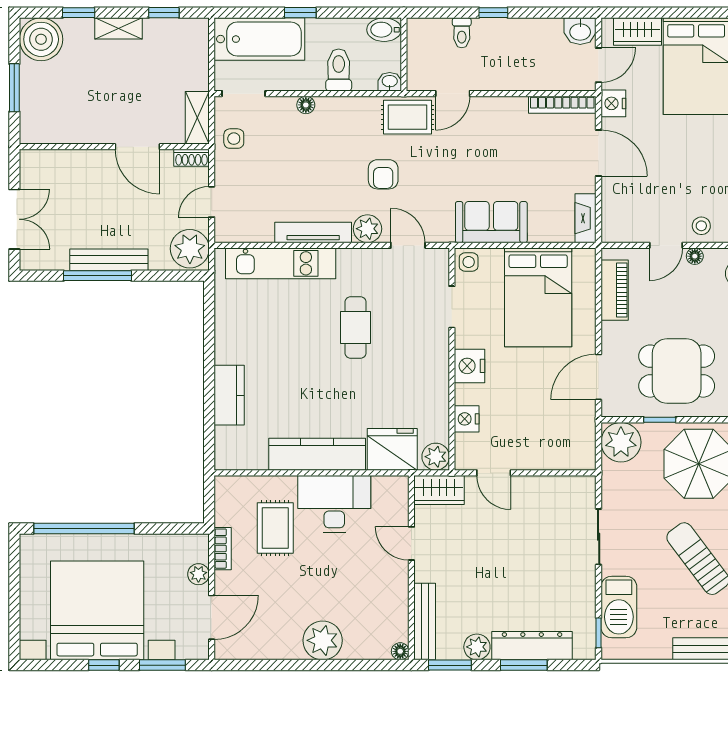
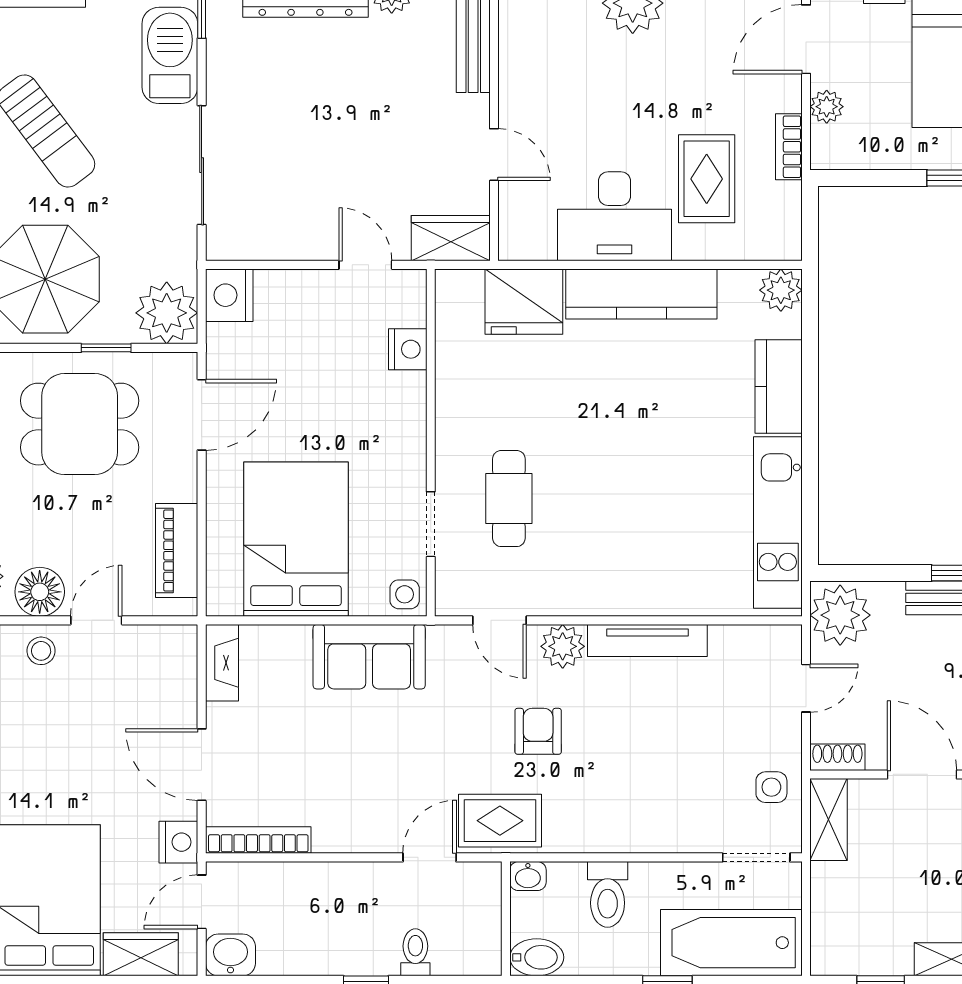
floor lamp: (306, 105) -> (659, 840), removed
floor lamp: (695, 256) -> (40, 592), width x1.89, depth x1.89
kitchen unit: (281, 263) -> (778, 522), moved, turned -90
cafe table: (356, 327) -> (509, 499), moved
nightstand: (470, 366) -> (229, 295), moved, turned 180
plant: (436, 457) -> (781, 290), moved
sliding door: (599, 537) -> (202, 165), width x1.37

